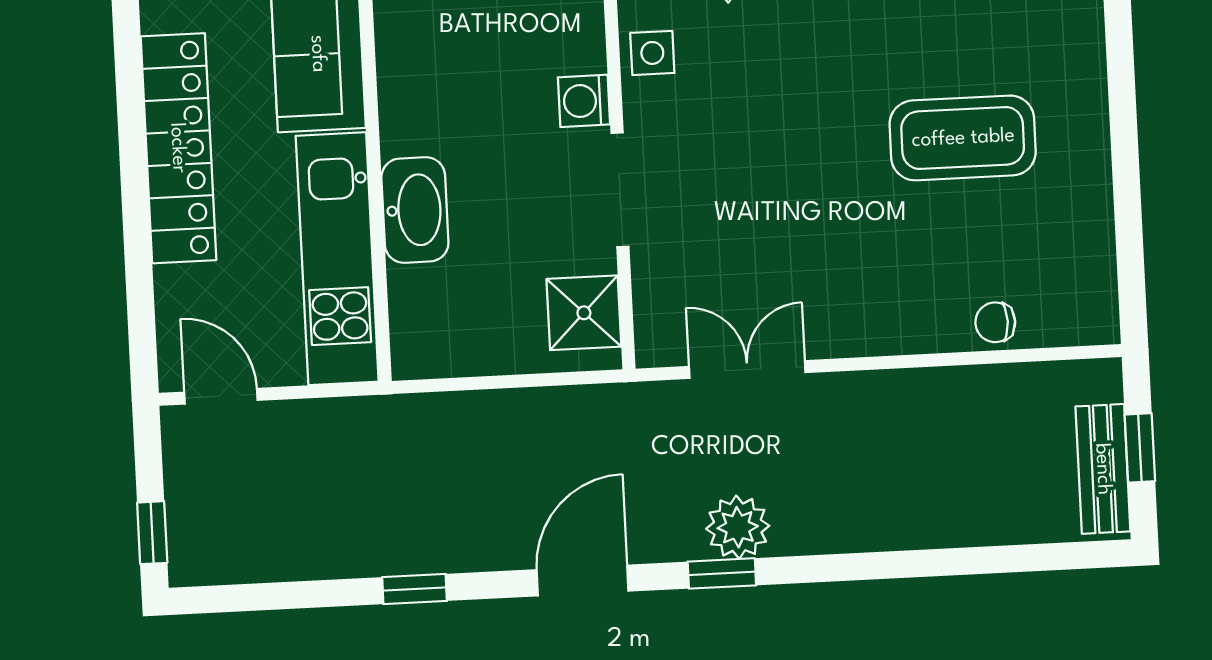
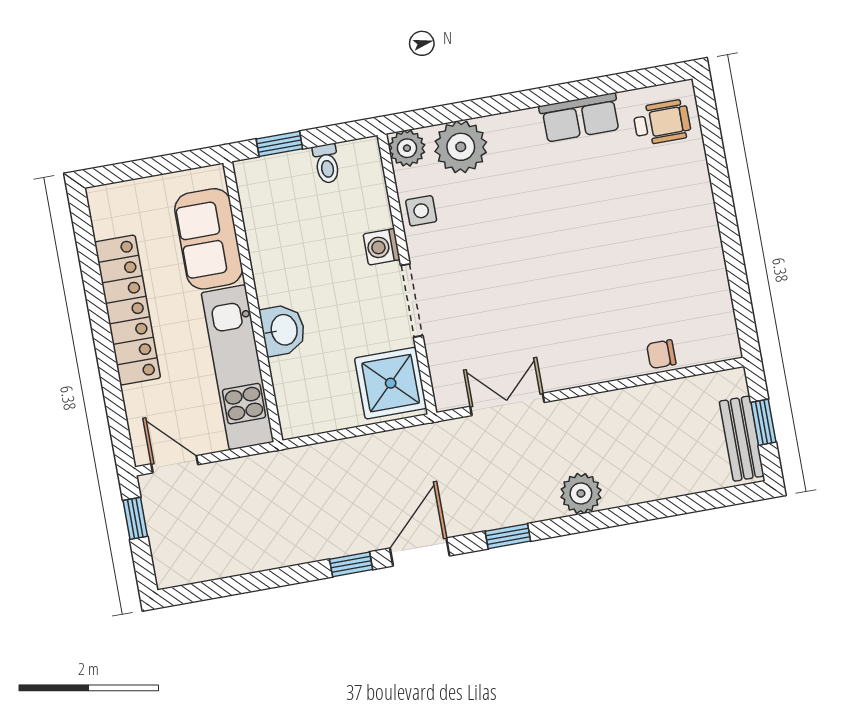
coffee table: (963, 138) -> (625, 240), removed
washbasin: (415, 210) -> (283, 330), width x0.72
shower: (584, 313) -> (391, 383), width x1.36, depth x1.36
plant: (738, 527) -> (581, 493), moved
window: (152, 533) -> (135, 518), moved
window: (415, 589) -> (351, 564), moved

